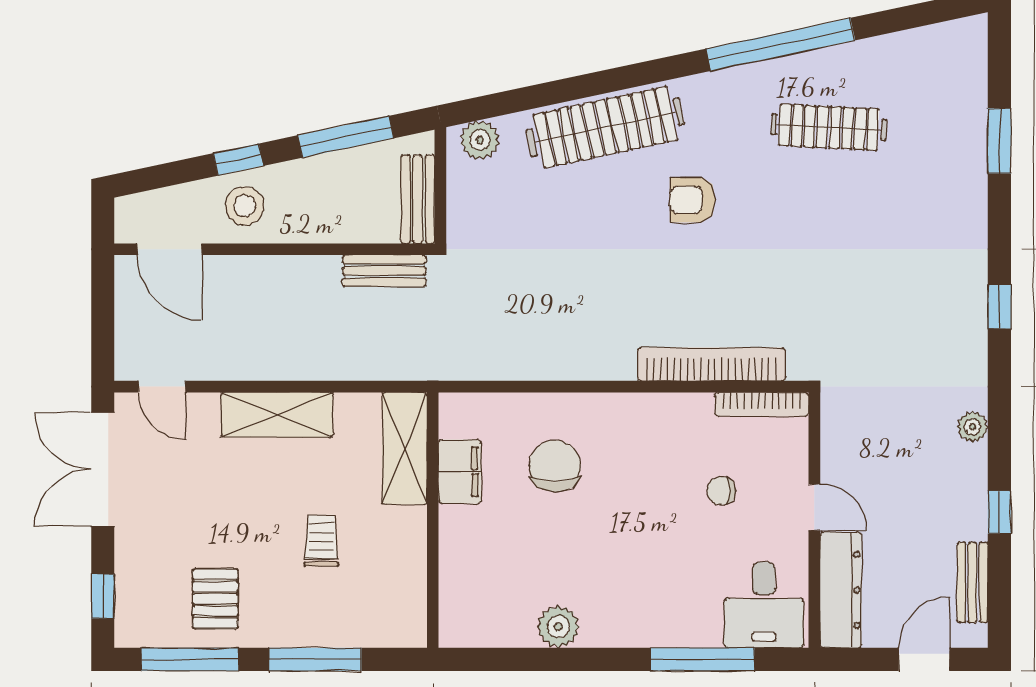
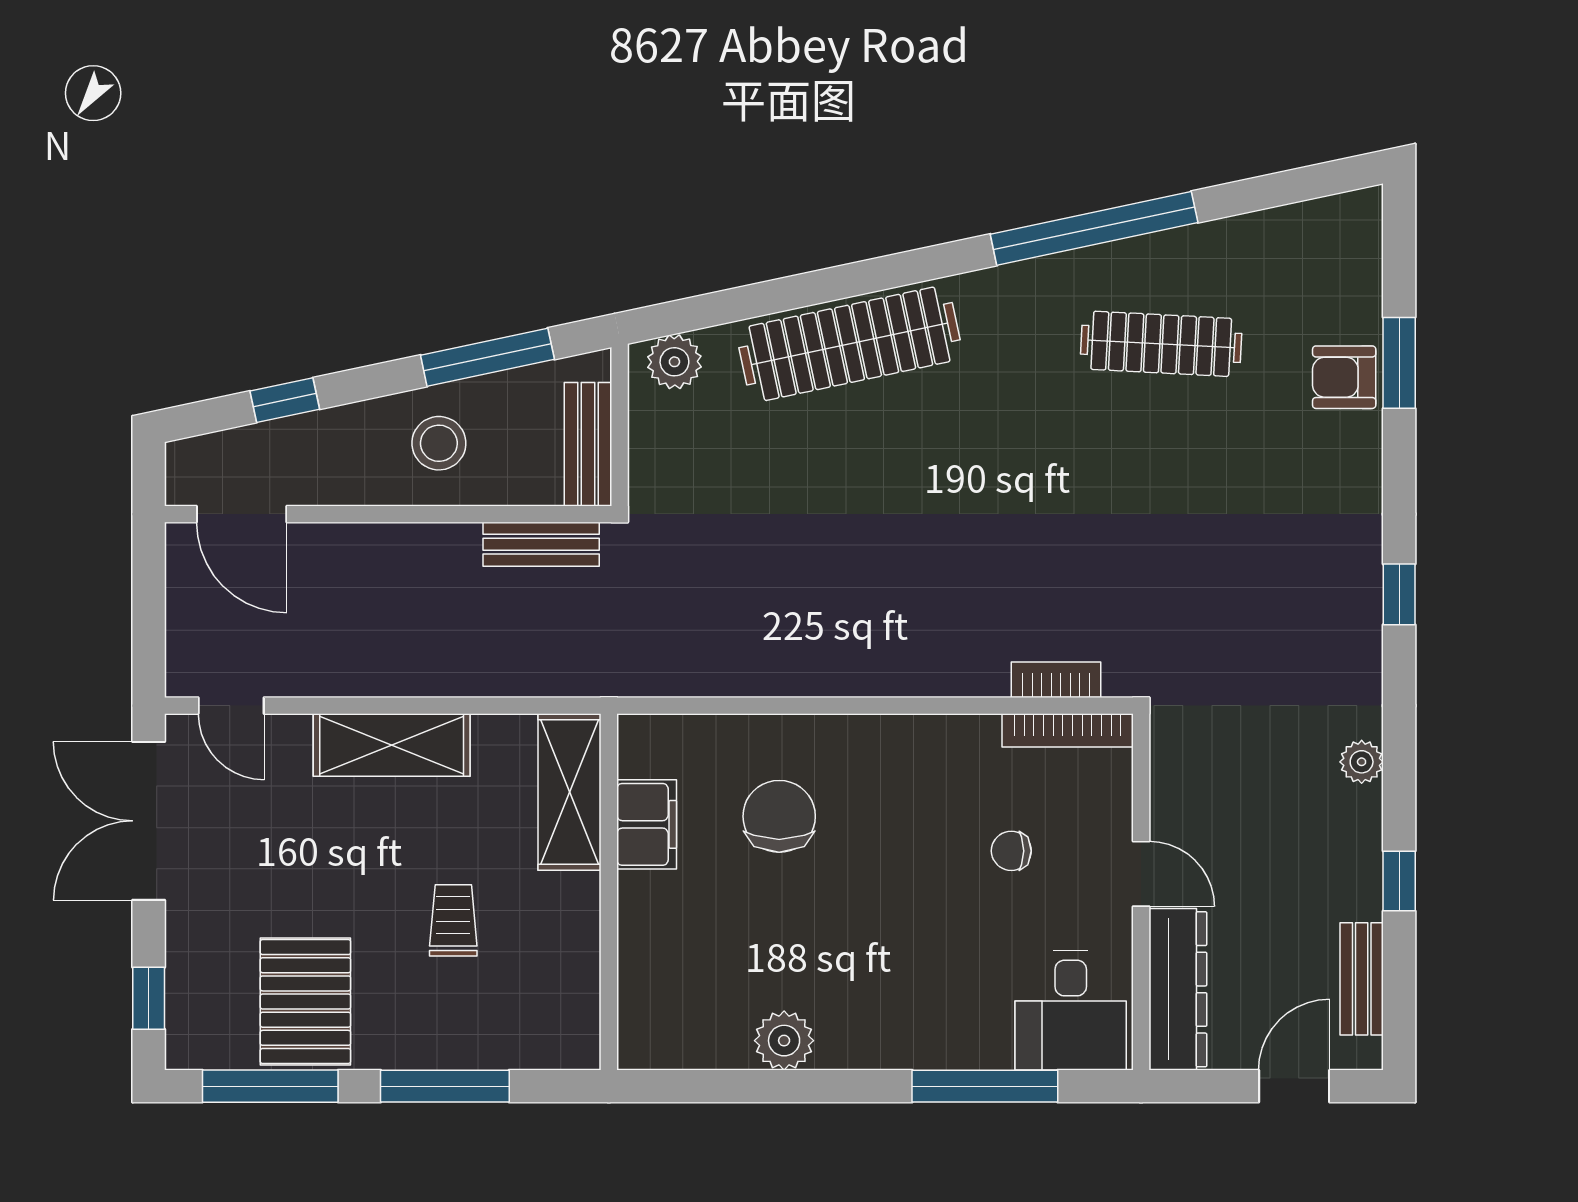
window: (238, 160) -> (285, 400), moved
armchair: (693, 200) -> (1344, 377), moved
stool: (245, 206) -> (439, 443), moved
bookcase: (711, 364) -> (1056, 680), width x0.43, depth x0.76
pallet: (215, 599) -> (305, 1002), width x1.50, depth x1.42

